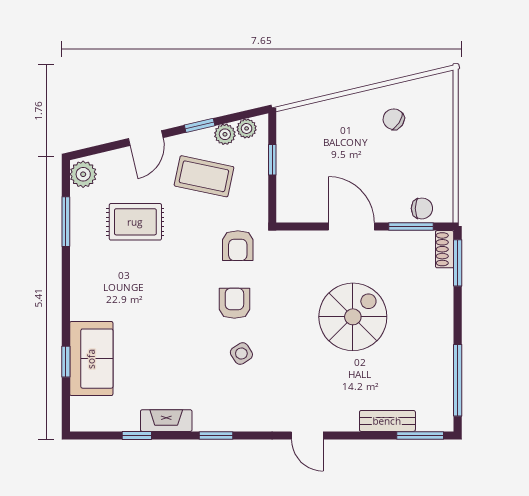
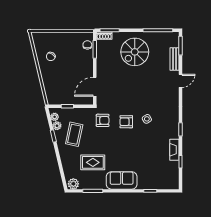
door: (146, 138) -> (59, 158), removed
rug: (135, 222) -> (93, 162), turned 90
door: (351, 227) -> (95, 87), moved
spiral stairs: (353, 317) -> (135, 52), moved, turned -90
sofa: (91, 359) -> (122, 180), moved
door: (307, 435) -> (180, 81), moved

